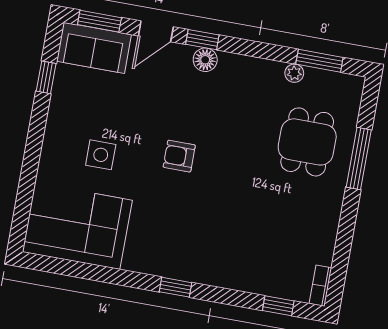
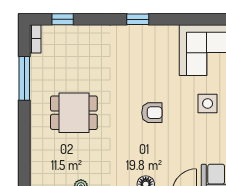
dining table: (307, 142) -> (74, 113), moved, turned 90
window: (359, 159) -> (24, 78), moved

